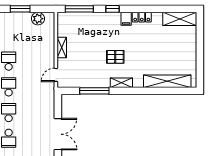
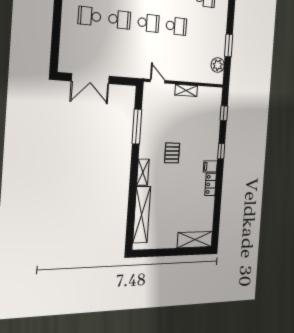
window: (79, 9) -> (224, 113), width x0.46
shelving: (180, 19) -> (195, 240), moved, turned 90
shelving: (121, 83) -> (143, 172), moved

